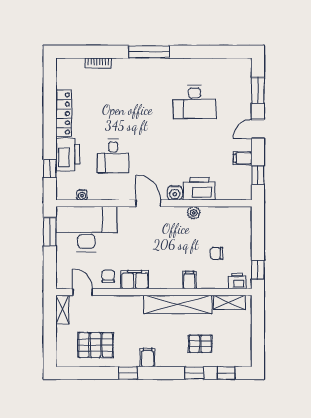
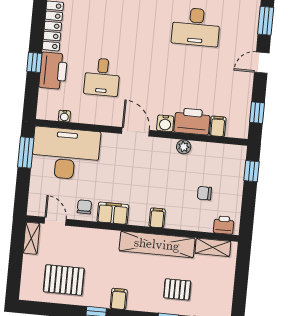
filing cabinet: (243, 158) -> (218, 126), moved, turned 90
window: (50, 168) -> (34, 62), moved
window: (258, 270) -> (251, 171), moved
filing cabinet: (189, 280) -> (157, 218), moved

